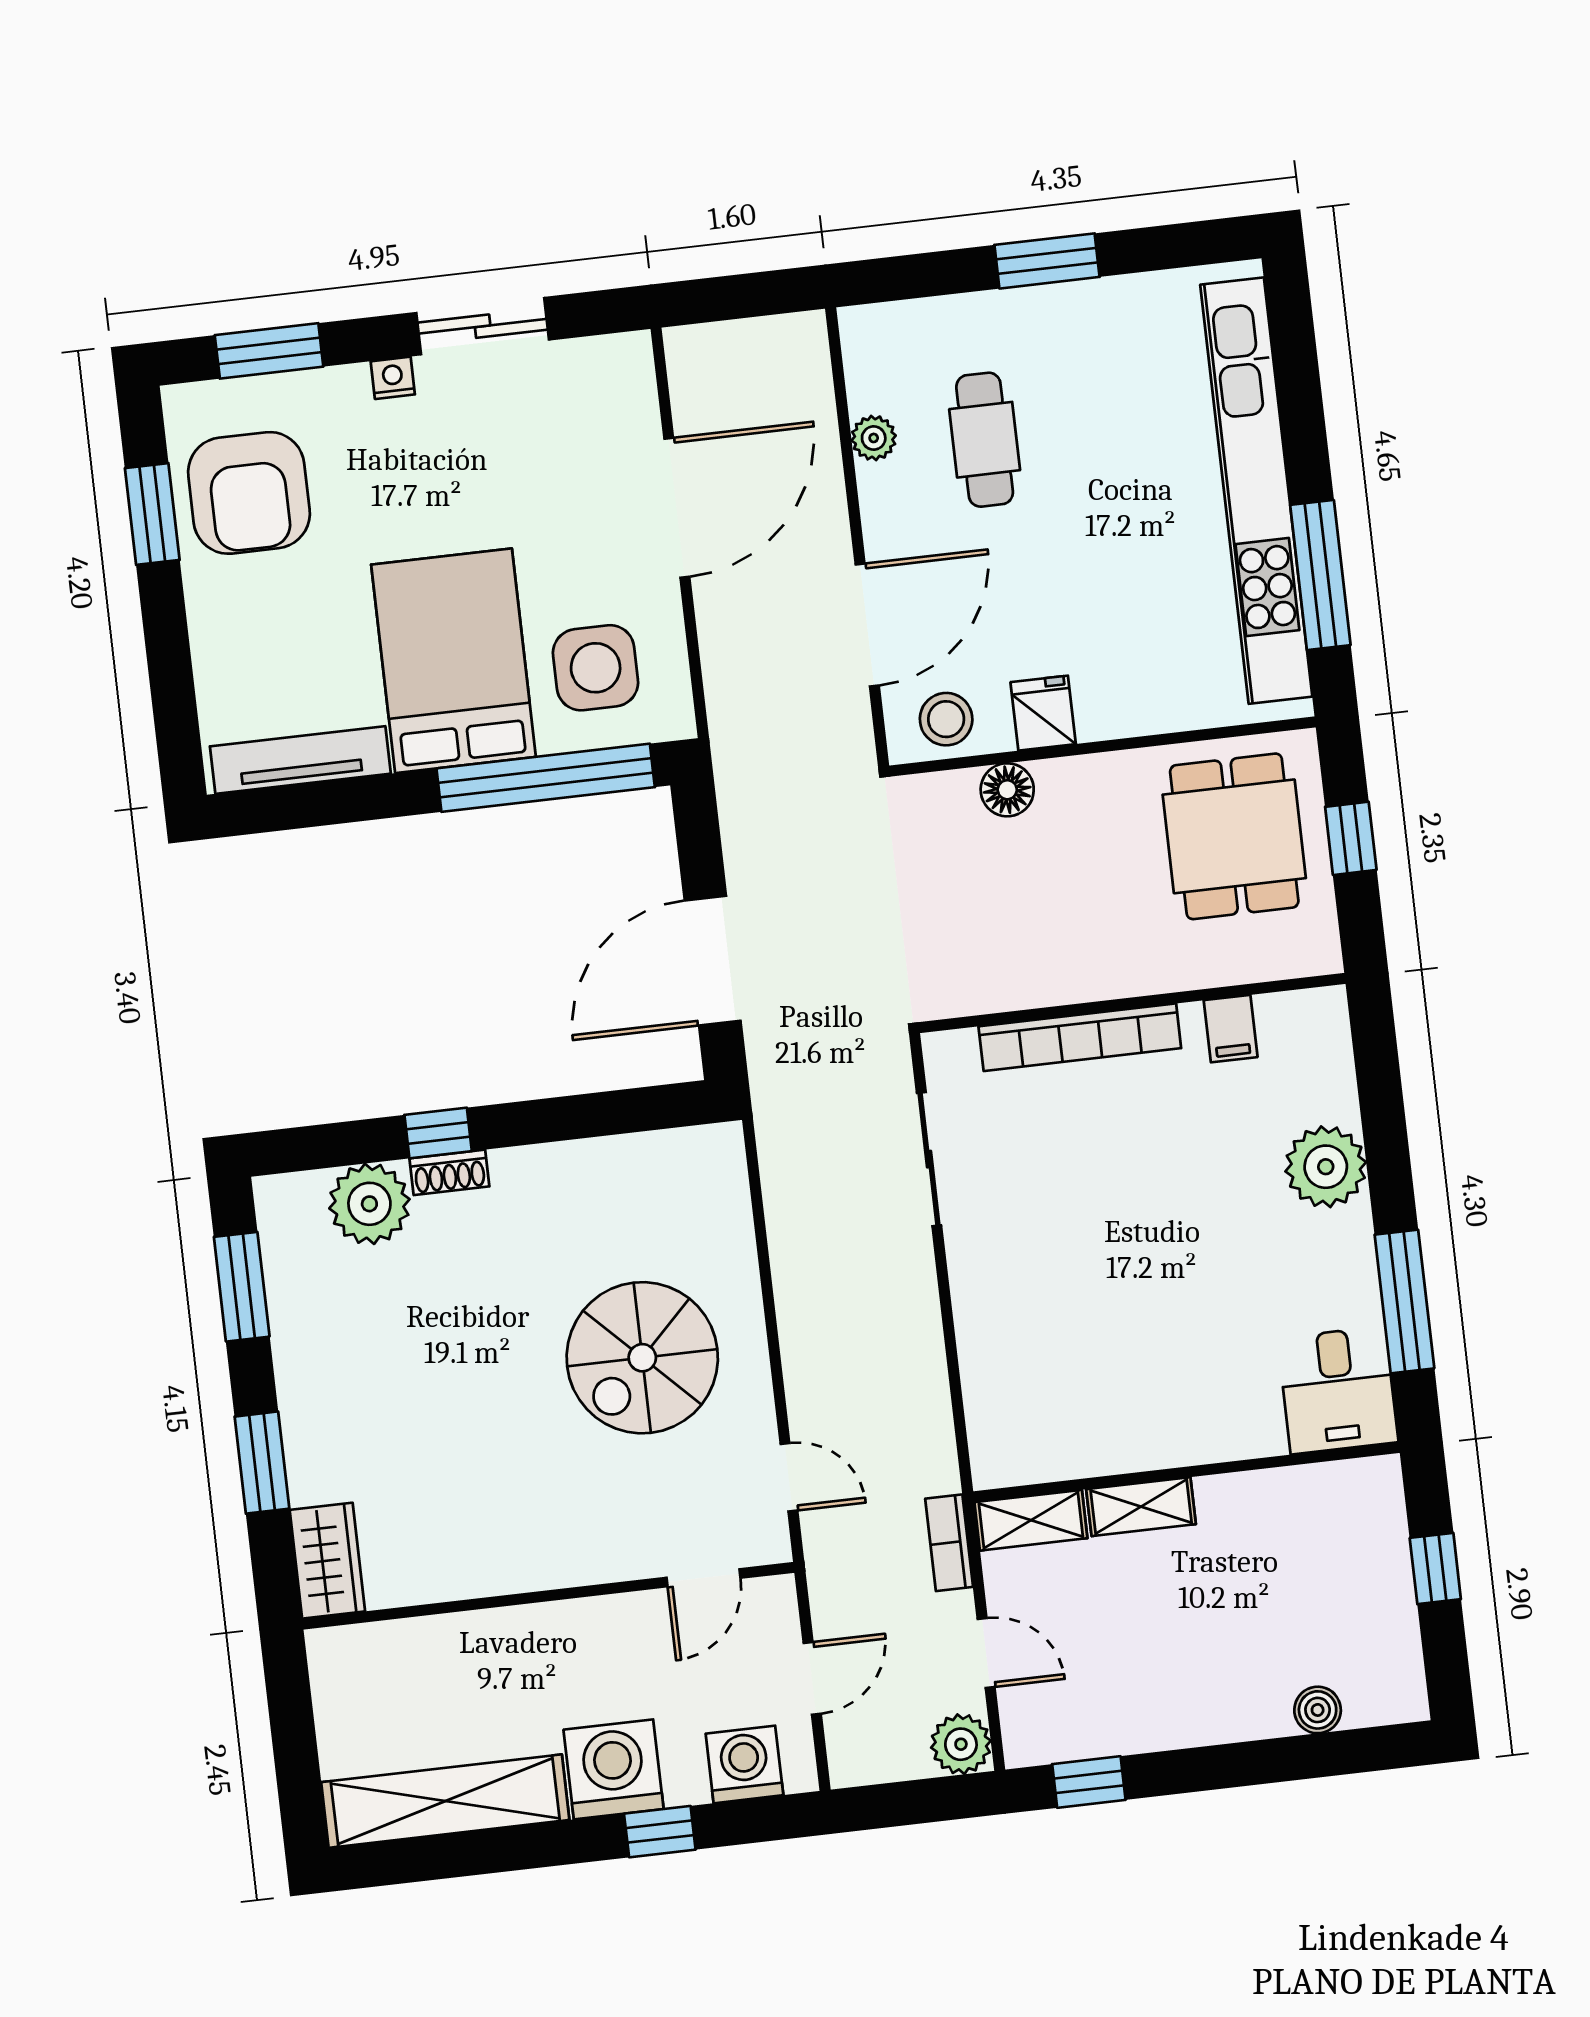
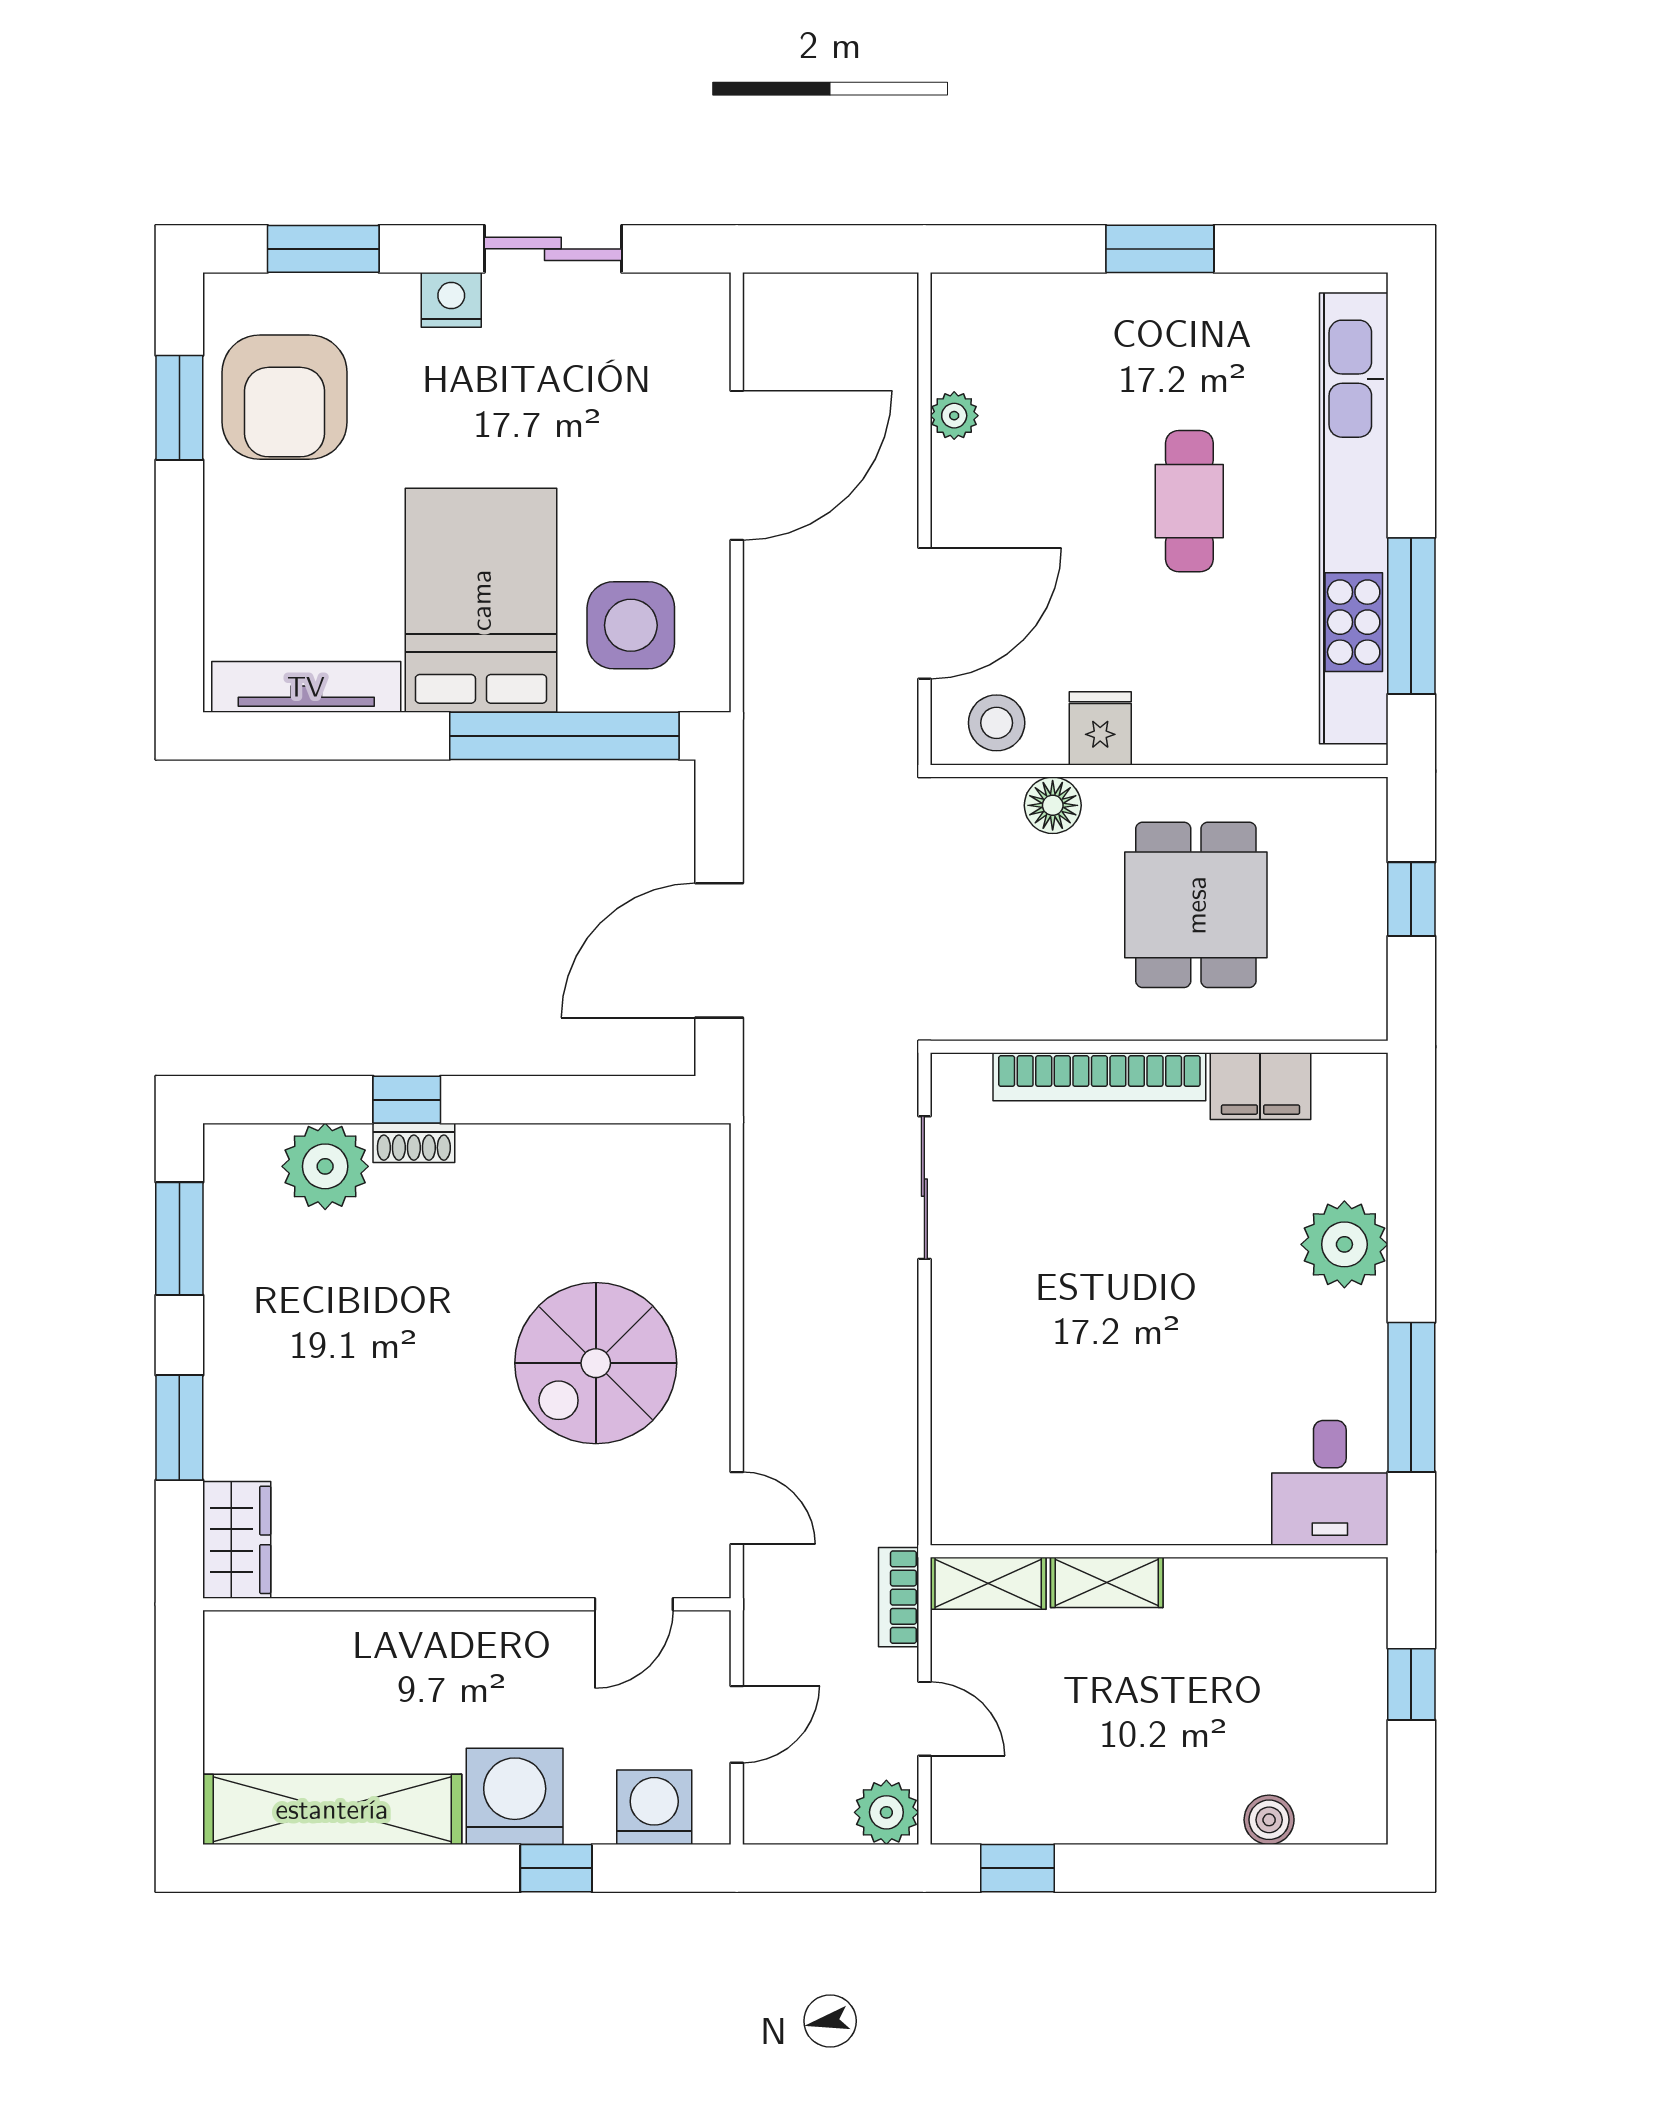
nightstand: (393, 378) -> (451, 300), width x1.39, depth x1.35
cafe table: (985, 440) -> (1189, 501), moved
dining table: (1234, 836) -> (1196, 905), moved
filing cabinet: (1231, 1029) -> (1260, 1086), width x2.00

